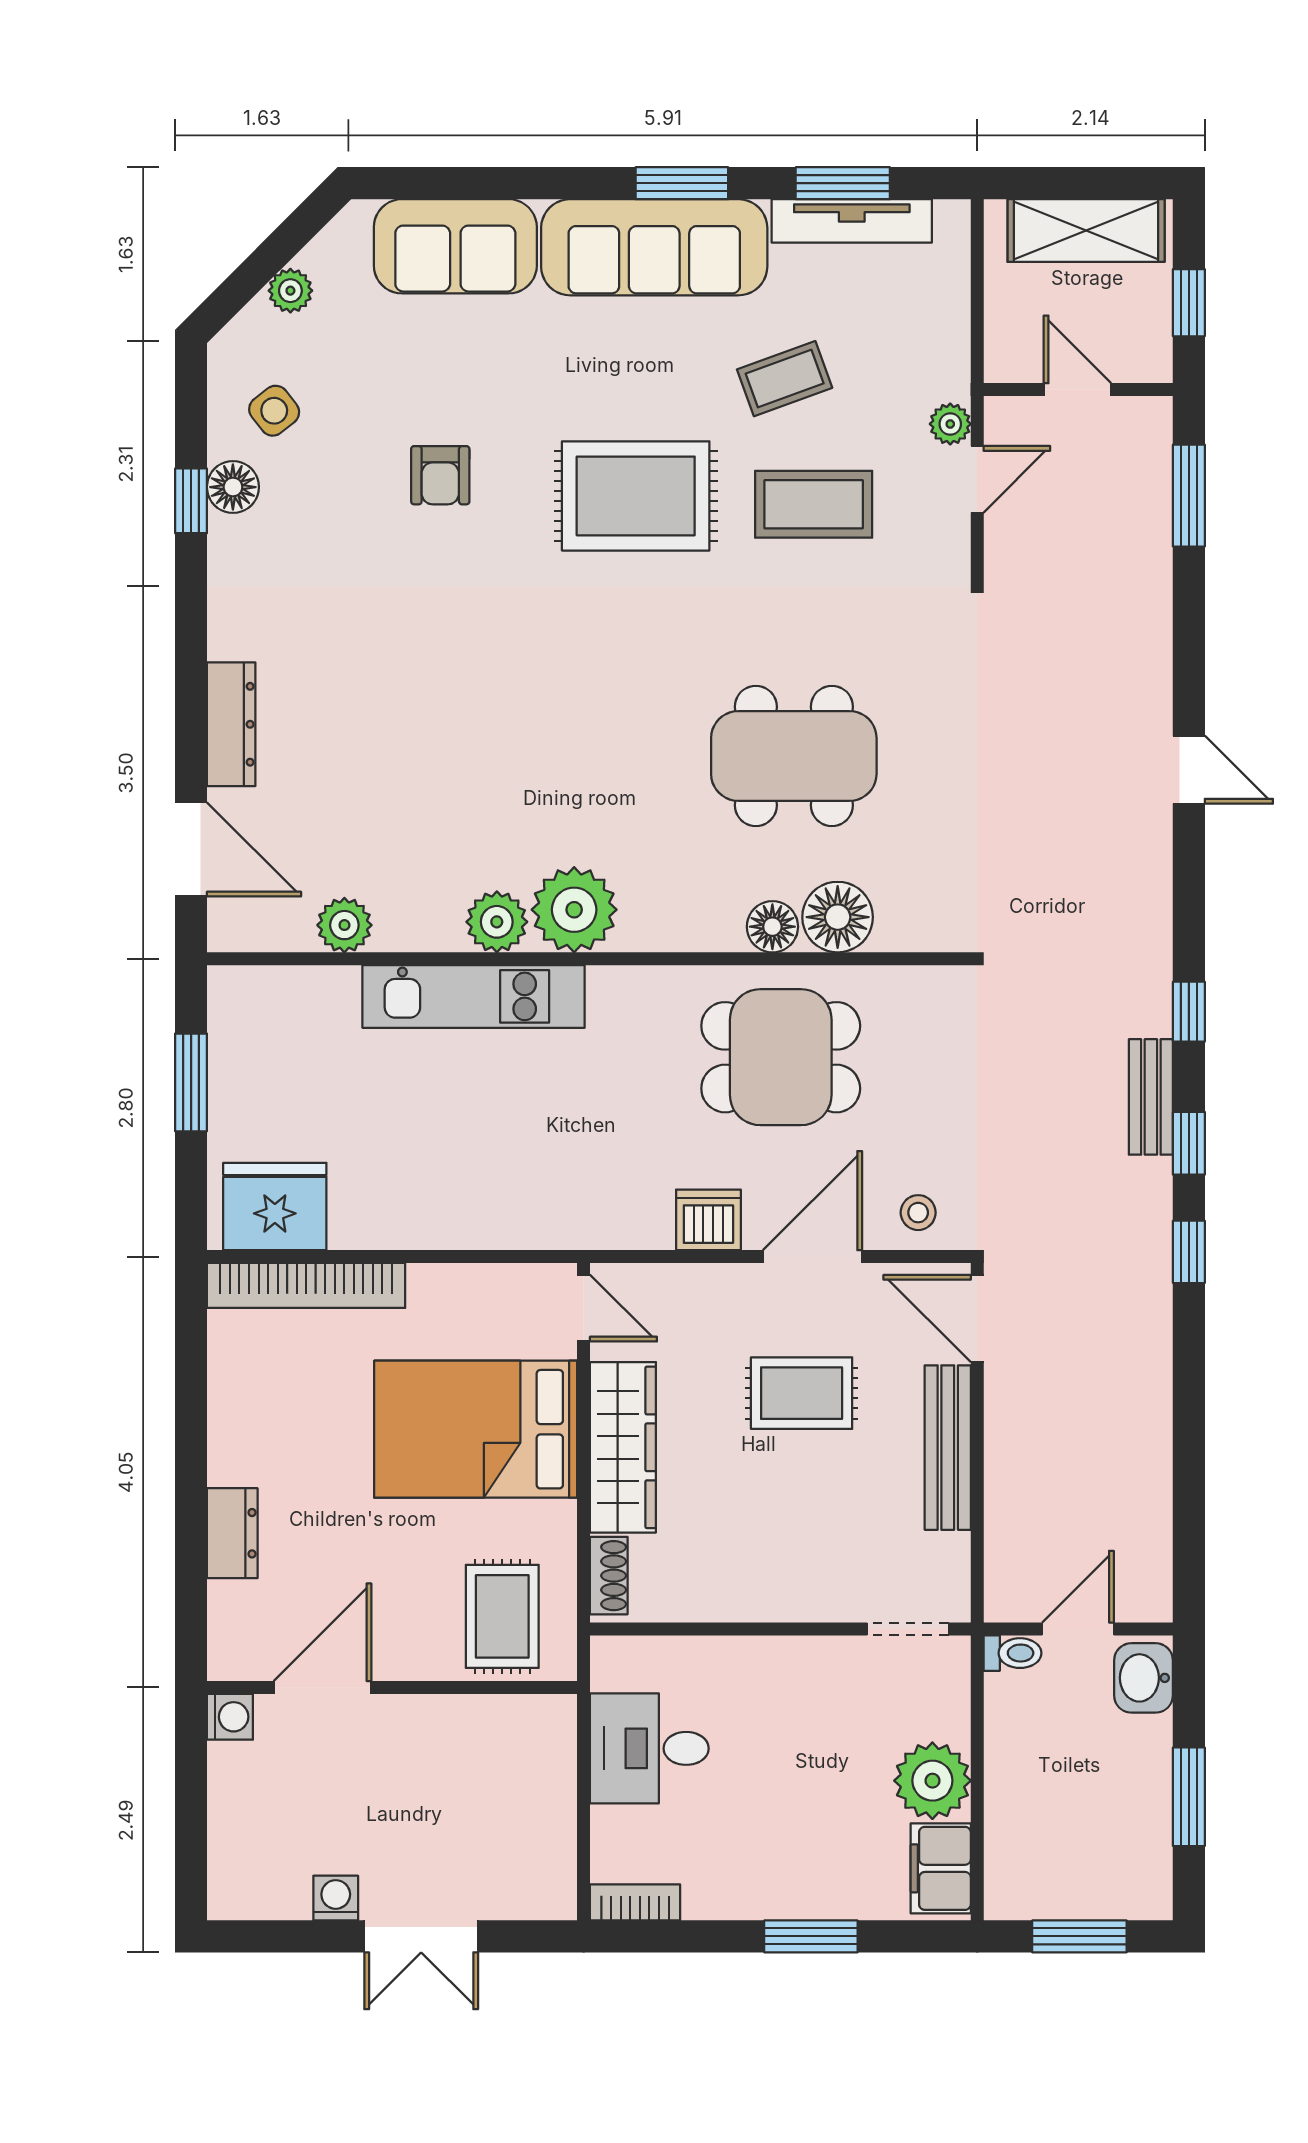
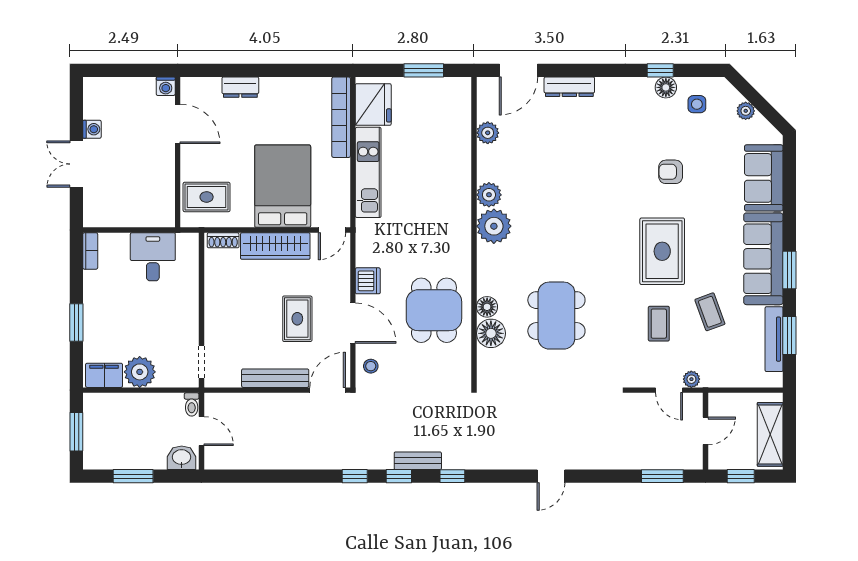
side table: (274, 411) -> (697, 104), turned 38
coffee table: (814, 504) -> (659, 324), width x0.73, depth x0.77
kitchen unit: (474, 996) -> (368, 172), moved, turned 180

